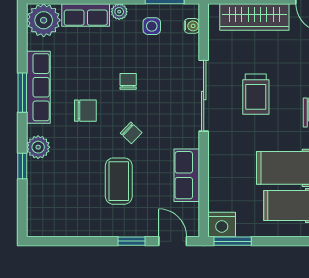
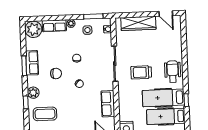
row of seats: (38, 87) -> (32, 63), width x0.68
trolley: (256, 94) -> (141, 72), moved, turned 90
coffee table: (119, 181) -> (45, 114), moved, turned 90

